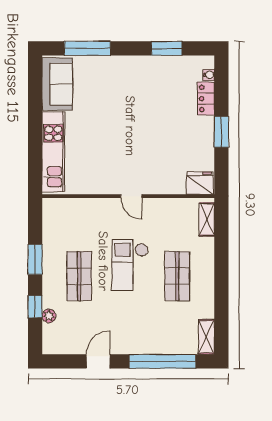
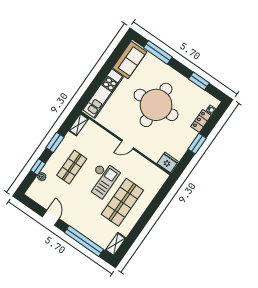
round table: (133, 119) -> (156, 105), added
door: (131, 196) -> (127, 144), hinge flipped
shelving: (207, 219) -> (79, 125), moved
checkout: (130, 265) -> (102, 179), turned 180
shop shelf: (177, 276) -> (122, 202), width x1.43, depth x1.36
door: (98, 361) -> (51, 218), hinge flipped

